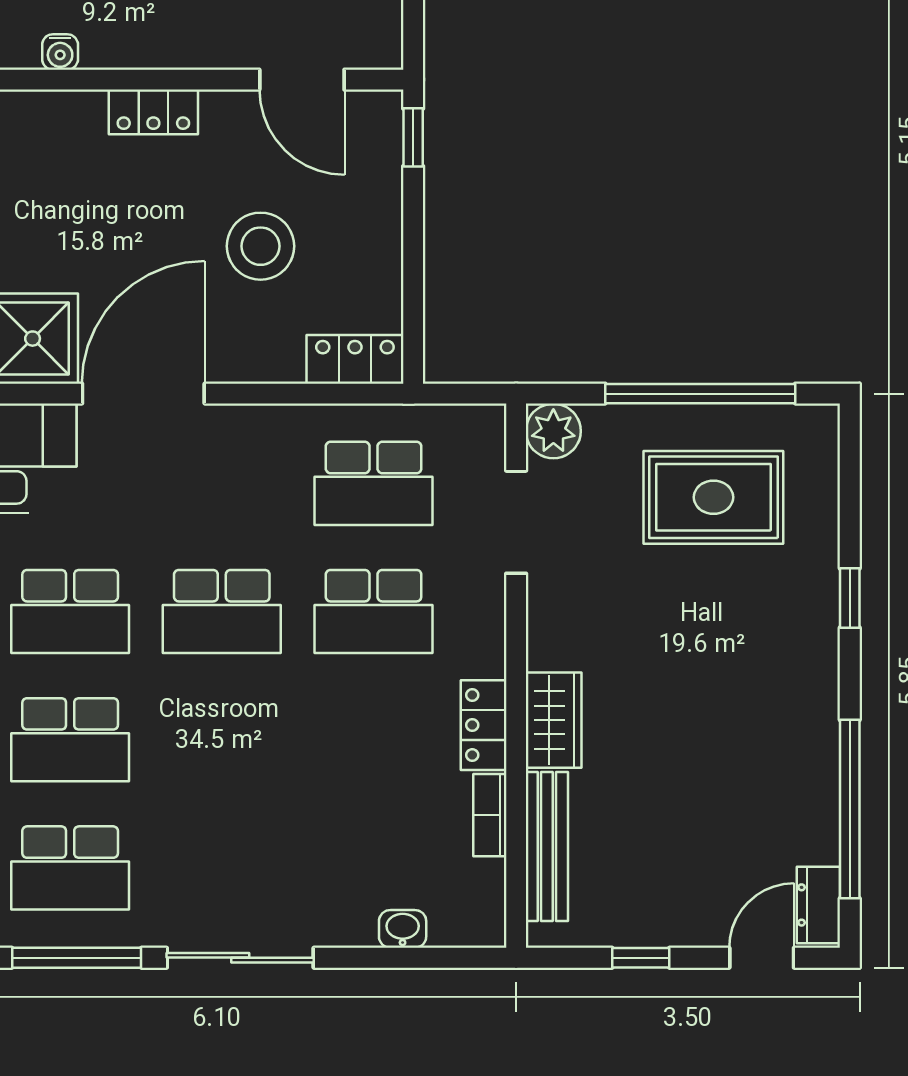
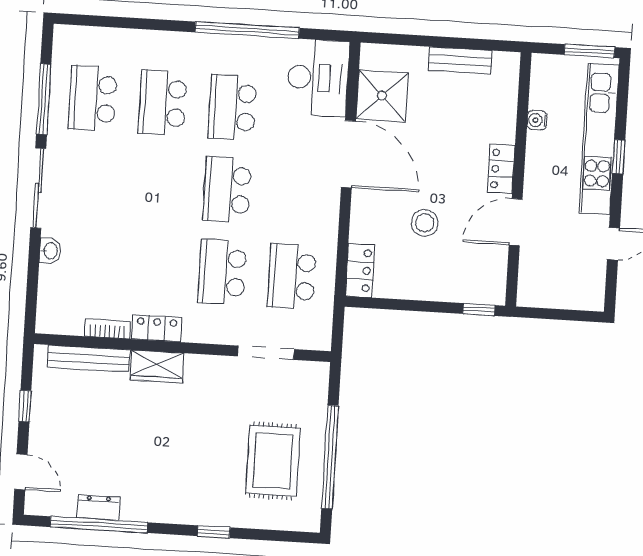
door: (302, 80) -> (516, 222), moved
stool: (260, 246) -> (425, 223), width x0.73, depth x0.73
plant: (553, 431) -> (314, 376), removed
dresser: (818, 905) -> (98, 508), moved
washbasin: (403, 929) -> (50, 251), moved

